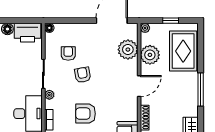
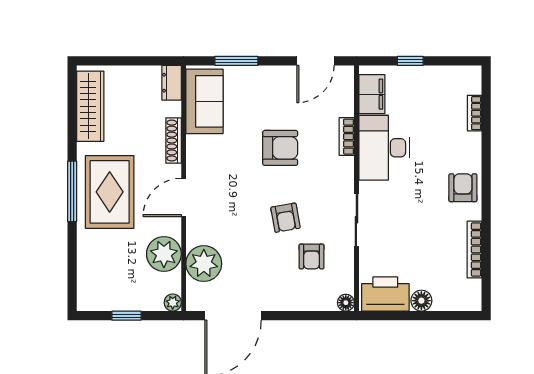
rug: (183, 51) -> (110, 192), moved
plant: (49, 95) -> (346, 182), removed

